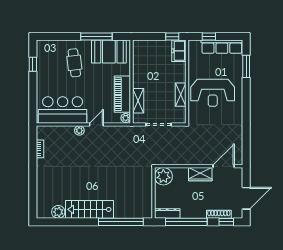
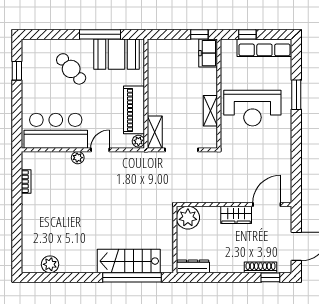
cafe table: (74, 63) -> (71, 69), turned -35
window: (246, 66) -> (296, 95), moved
shelving: (138, 101) -> (155, 132), moved
stairs: (90, 209) -> (129, 261), moved
window: (186, 222) -> (218, 277), removed

